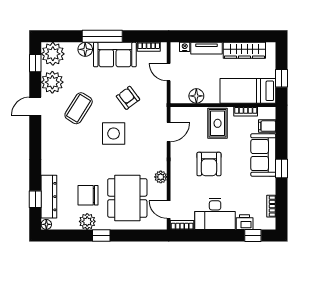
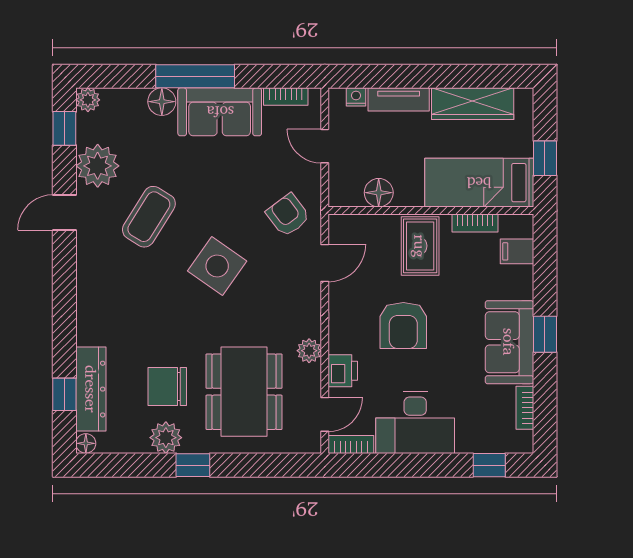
plant: (53, 54) -> (88, 100), width x0.53, depth x0.53
armchair: (128, 98) -> (288, 215), moved
side table: (114, 134) -> (217, 266), turned 35
sofa: (263, 155) -> (509, 342), moved
door: (169, 210) -> (325, 414), swing flipped
printer: (245, 222) -> (343, 371), moved, turned 90

